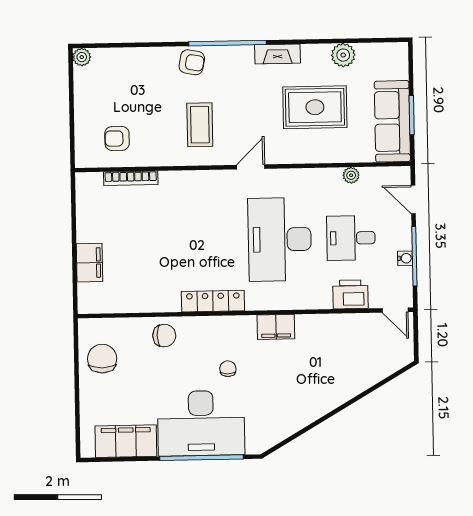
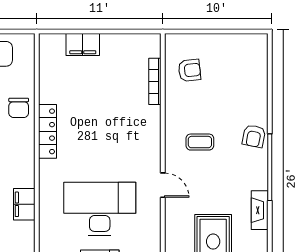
plant: (82, 57) -> (260, 41), removed
coffee table: (200, 125) -> (200, 142), width x0.73, depth x0.77
armchair: (117, 138) -> (189, 70), turned 84
locker: (213, 301) -> (48, 131), moved

